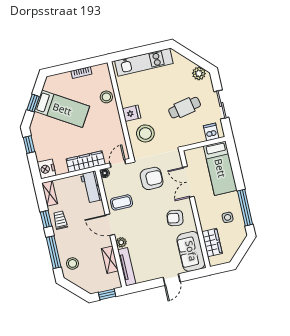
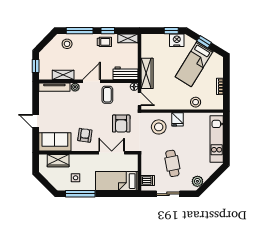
nightstand: (46, 169) -> (177, 40), moved

